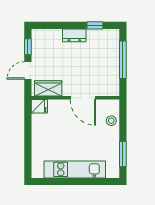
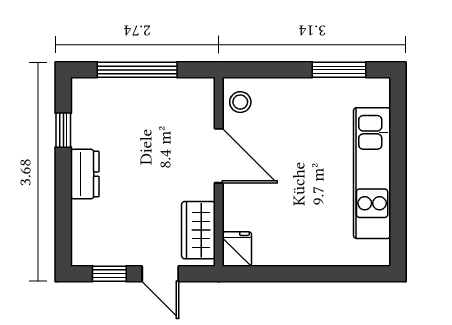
door: (83, 98) -> (219, 156), hinge flipped
stool: (111, 121) -> (240, 102), moved

